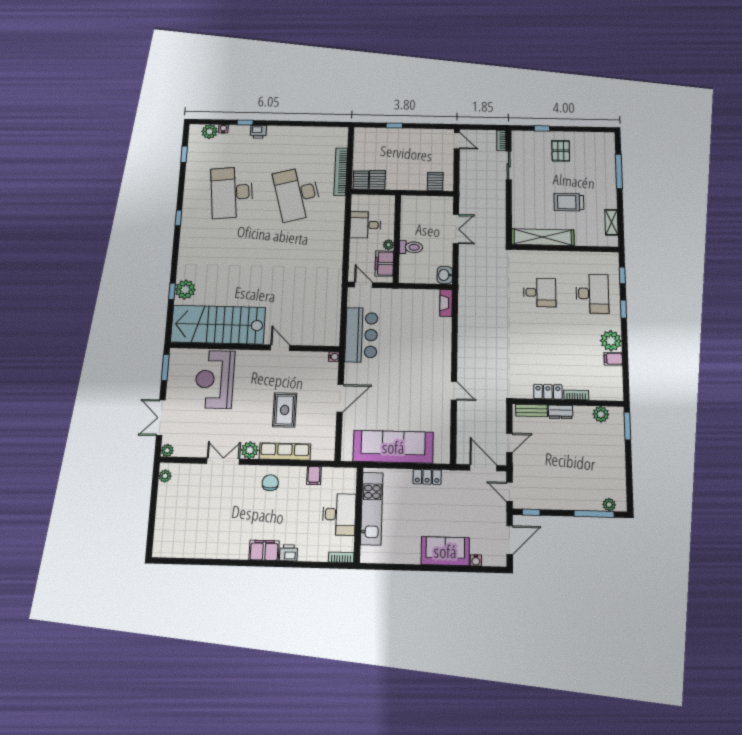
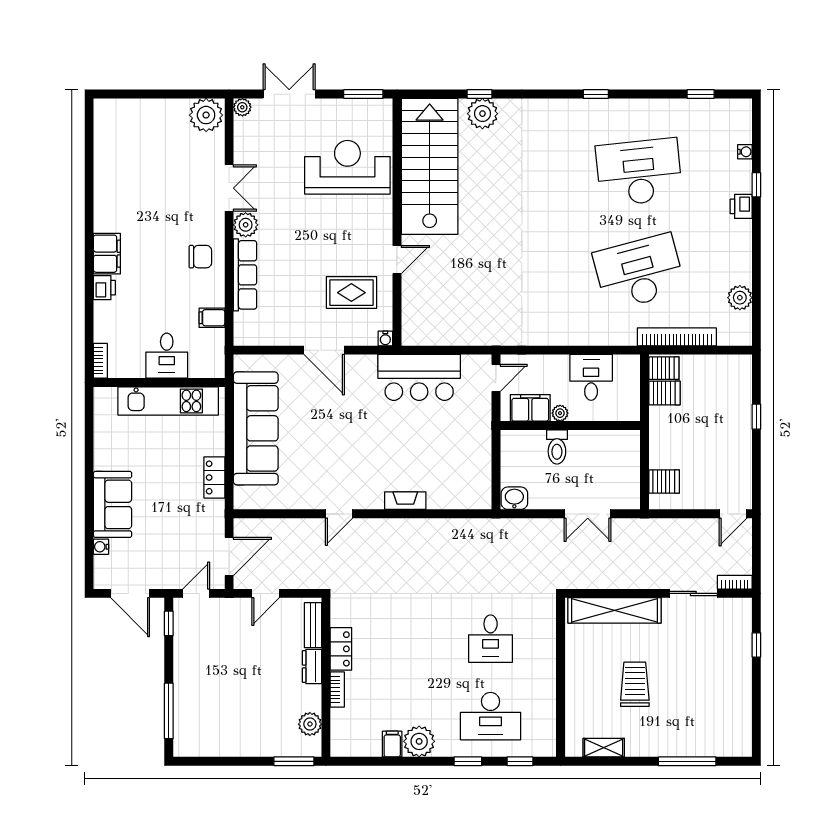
plant: (210, 132) -> (740, 298), moved
pallet: (561, 151) -> (719, 673), removed
shelving: (543, 237) -> (614, 610), moved, turned 90
fireplace: (446, 303) -> (405, 501), moved
rug: (285, 410) -> (351, 293), moved
door: (509, 443) -> (266, 593), hinge flipped
plant: (165, 476) -> (206, 115), width x1.87, depth x1.87
plant: (609, 505) -> (182, 732), removed
desk: (339, 514) -> (167, 356), width x0.73

